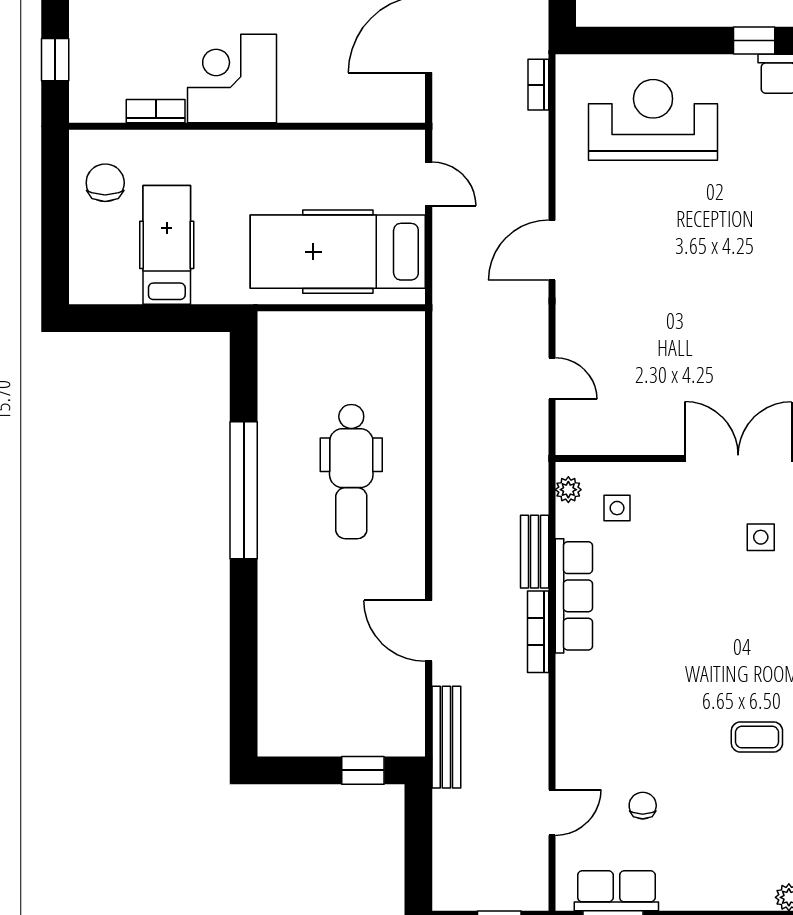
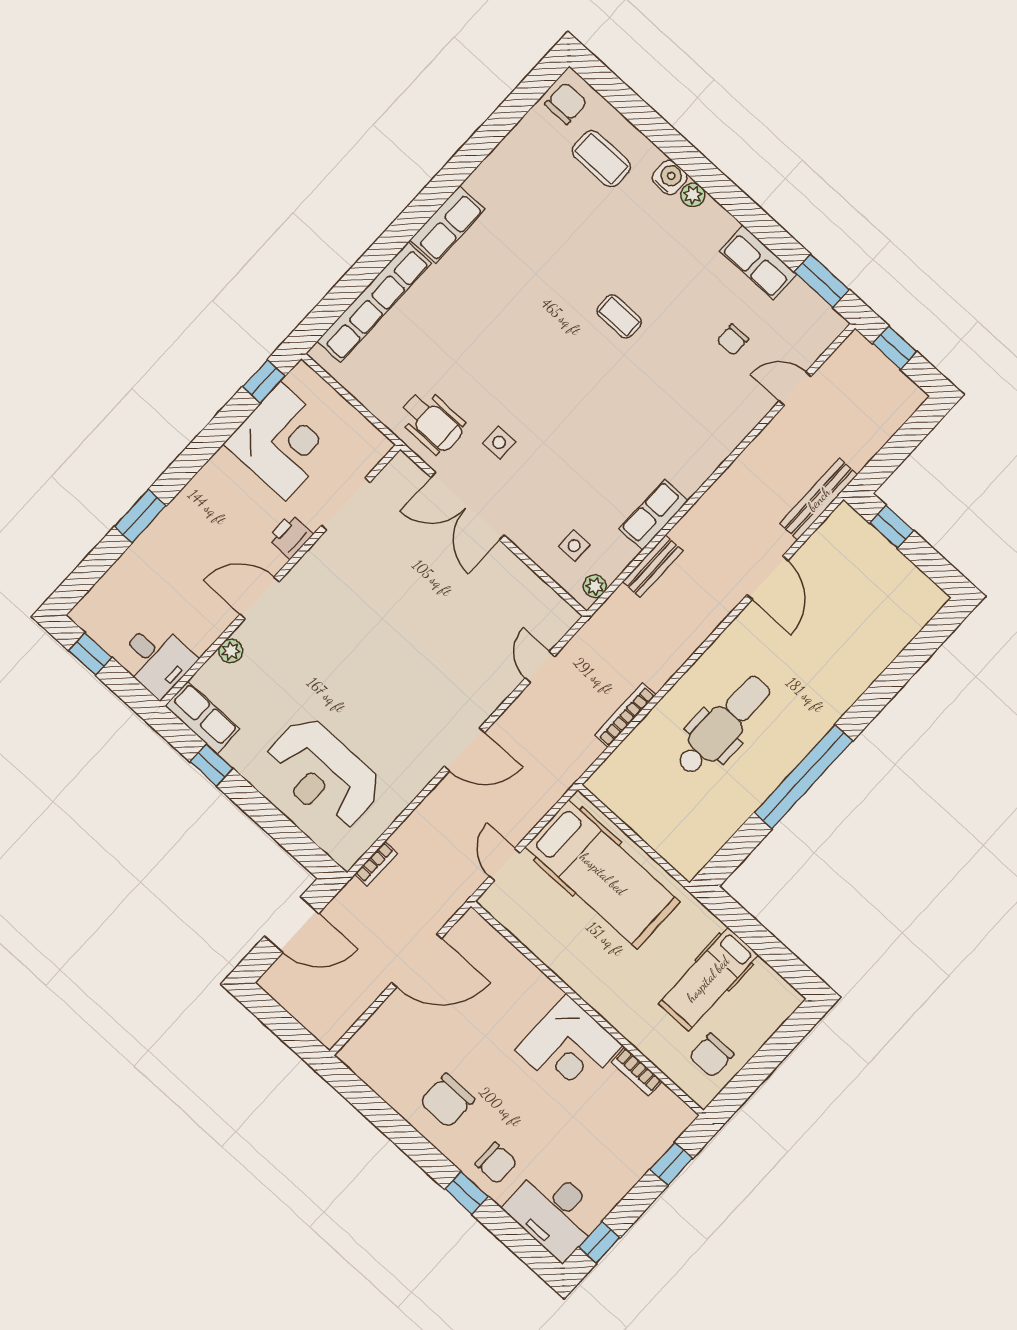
row of seats: (574, 596) -> (654, 515), width x0.68
bookcase: (538, 632) -> (625, 715), moved, turned 180
row of seats: (616, 891) -> (758, 263), moved

